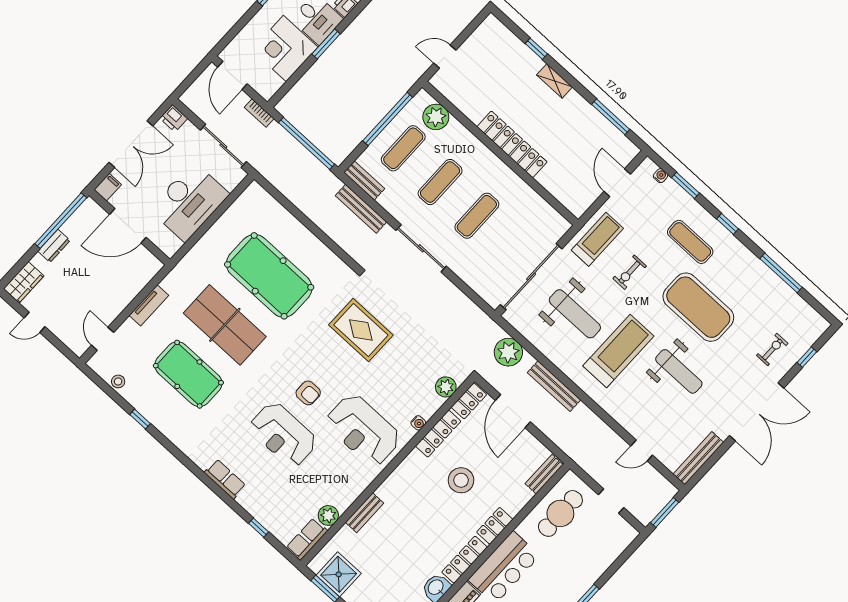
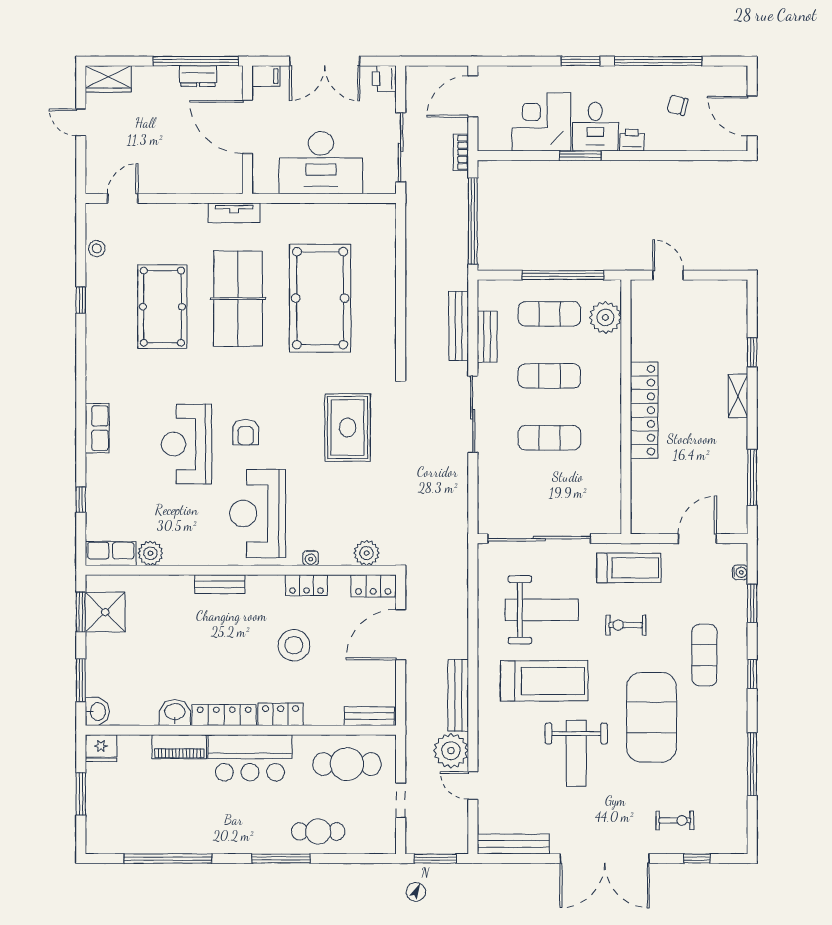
bench: (364, 181) -> (487, 337), moved
dresser: (54, 246) -> (198, 76), moved
tv unit: (149, 305) -> (234, 213), moved
weight bench: (575, 314) -> (542, 610), turned -90
plant: (508, 352) -> (451, 751), moved
bench: (554, 386) -> (458, 695), moved
locker: (438, 434) -> (306, 585), width x0.66
bench: (365, 513) -> (220, 584), moved
cafe table: (585, 567) -> (318, 831), added

